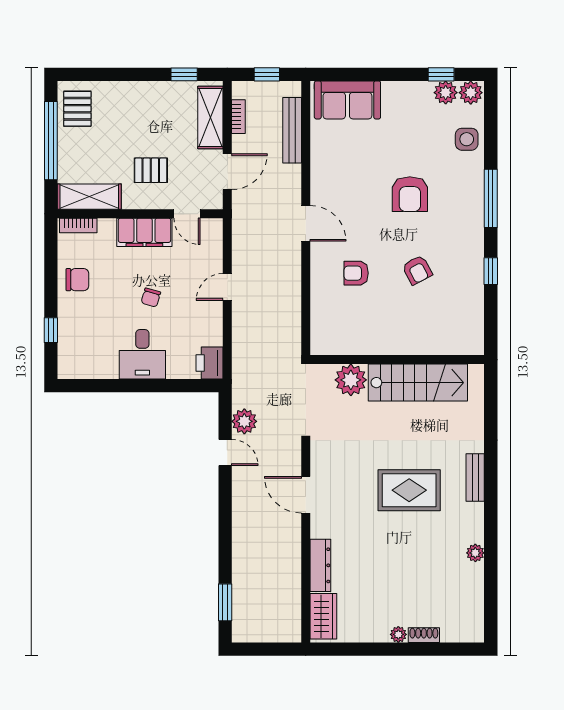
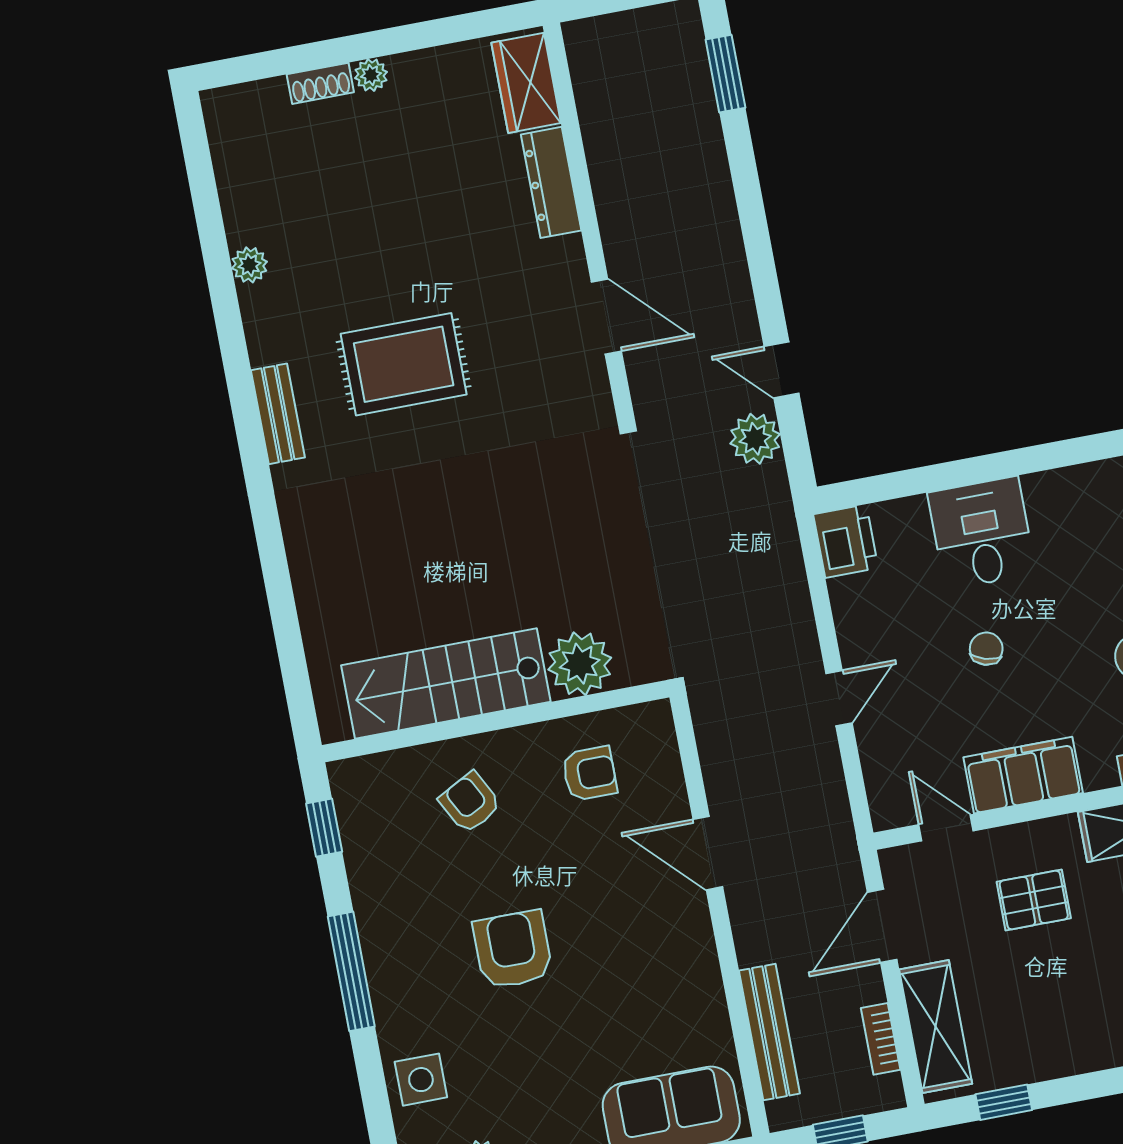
wall: (397, 360) -> (496, 721), moved
plant: (351, 380) -> (580, 664), moved
stairs: (418, 383) -> (446, 684), moved

